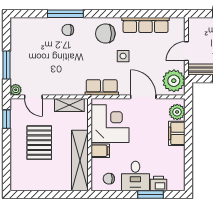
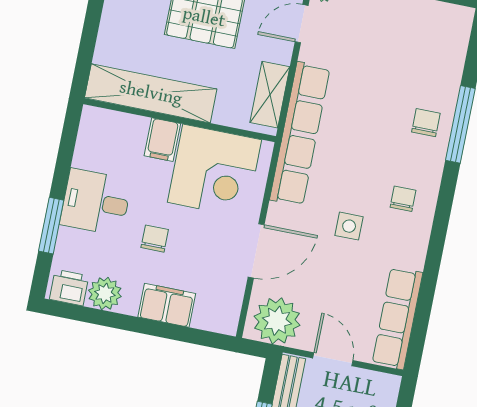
row of seats: (146, 25) -> (397, 318), moved
chair: (105, 34) -> (403, 199), width x0.54, depth x0.54
row of seats: (102, 87) -> (300, 134), width x2.02
plant: (177, 112) -> (105, 293), moved
chair: (109, 179) -> (155, 239), moved
printer: (159, 184) -> (69, 288), moved, turned -90

